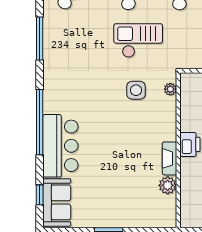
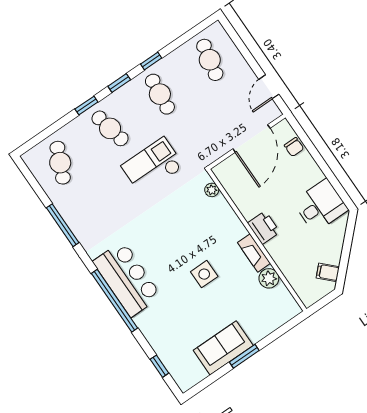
side table: (136, 90) -> (204, 274), moved
bar counter: (60, 146) -> (127, 279), moved
sofa: (57, 202) -> (223, 348), moved, turned -90

